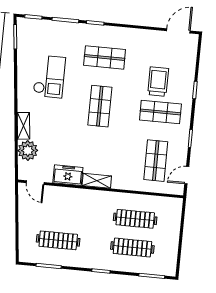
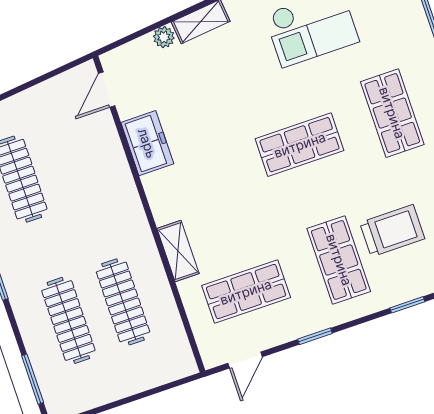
plant: (28, 150) -> (164, 37), width x0.53, depth x0.53
door: (187, 175) -> (245, 360), swing flipped
shelving: (97, 181) -> (178, 251), moved

